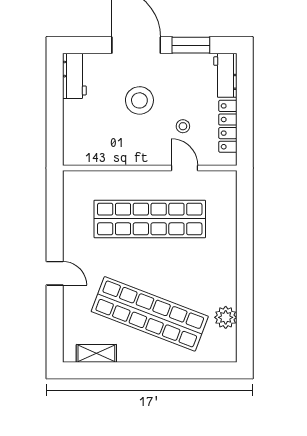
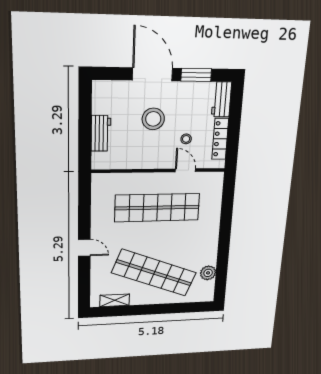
workbench: (74, 76) -> (101, 133), moved

